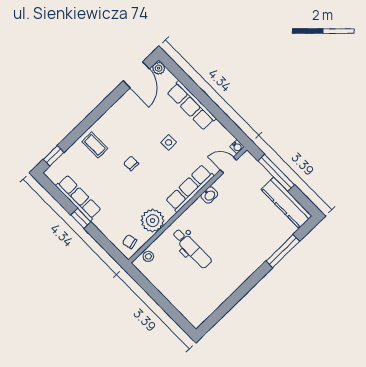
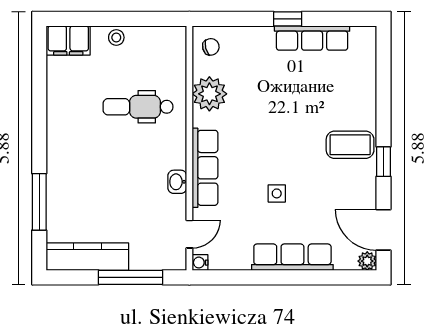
coffee table: (95, 145) -> (350, 145), moved, width x1.36, depth x1.30
window: (54, 156) -> (384, 162), moved
chair: (131, 163) -> (294, 131), removed
stool: (148, 256) -> (116, 37), moved
filing cabinet: (193, 312) -> (68, 40), added

